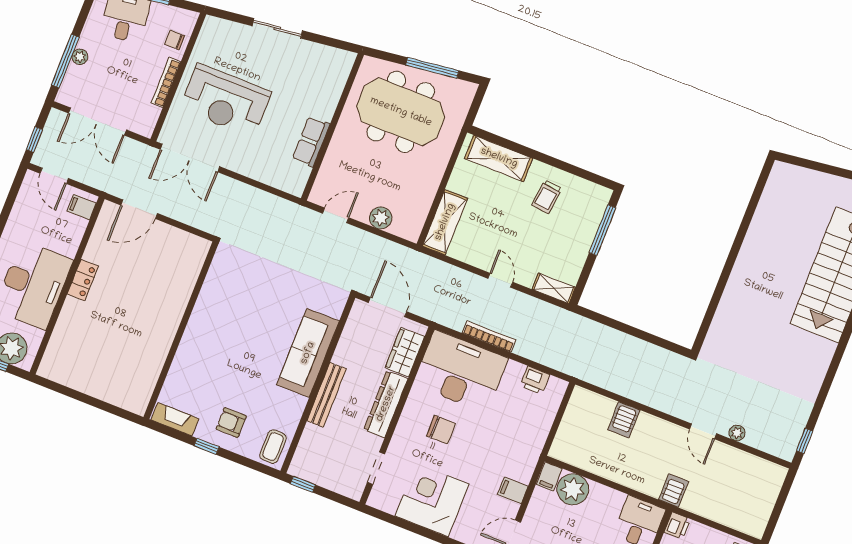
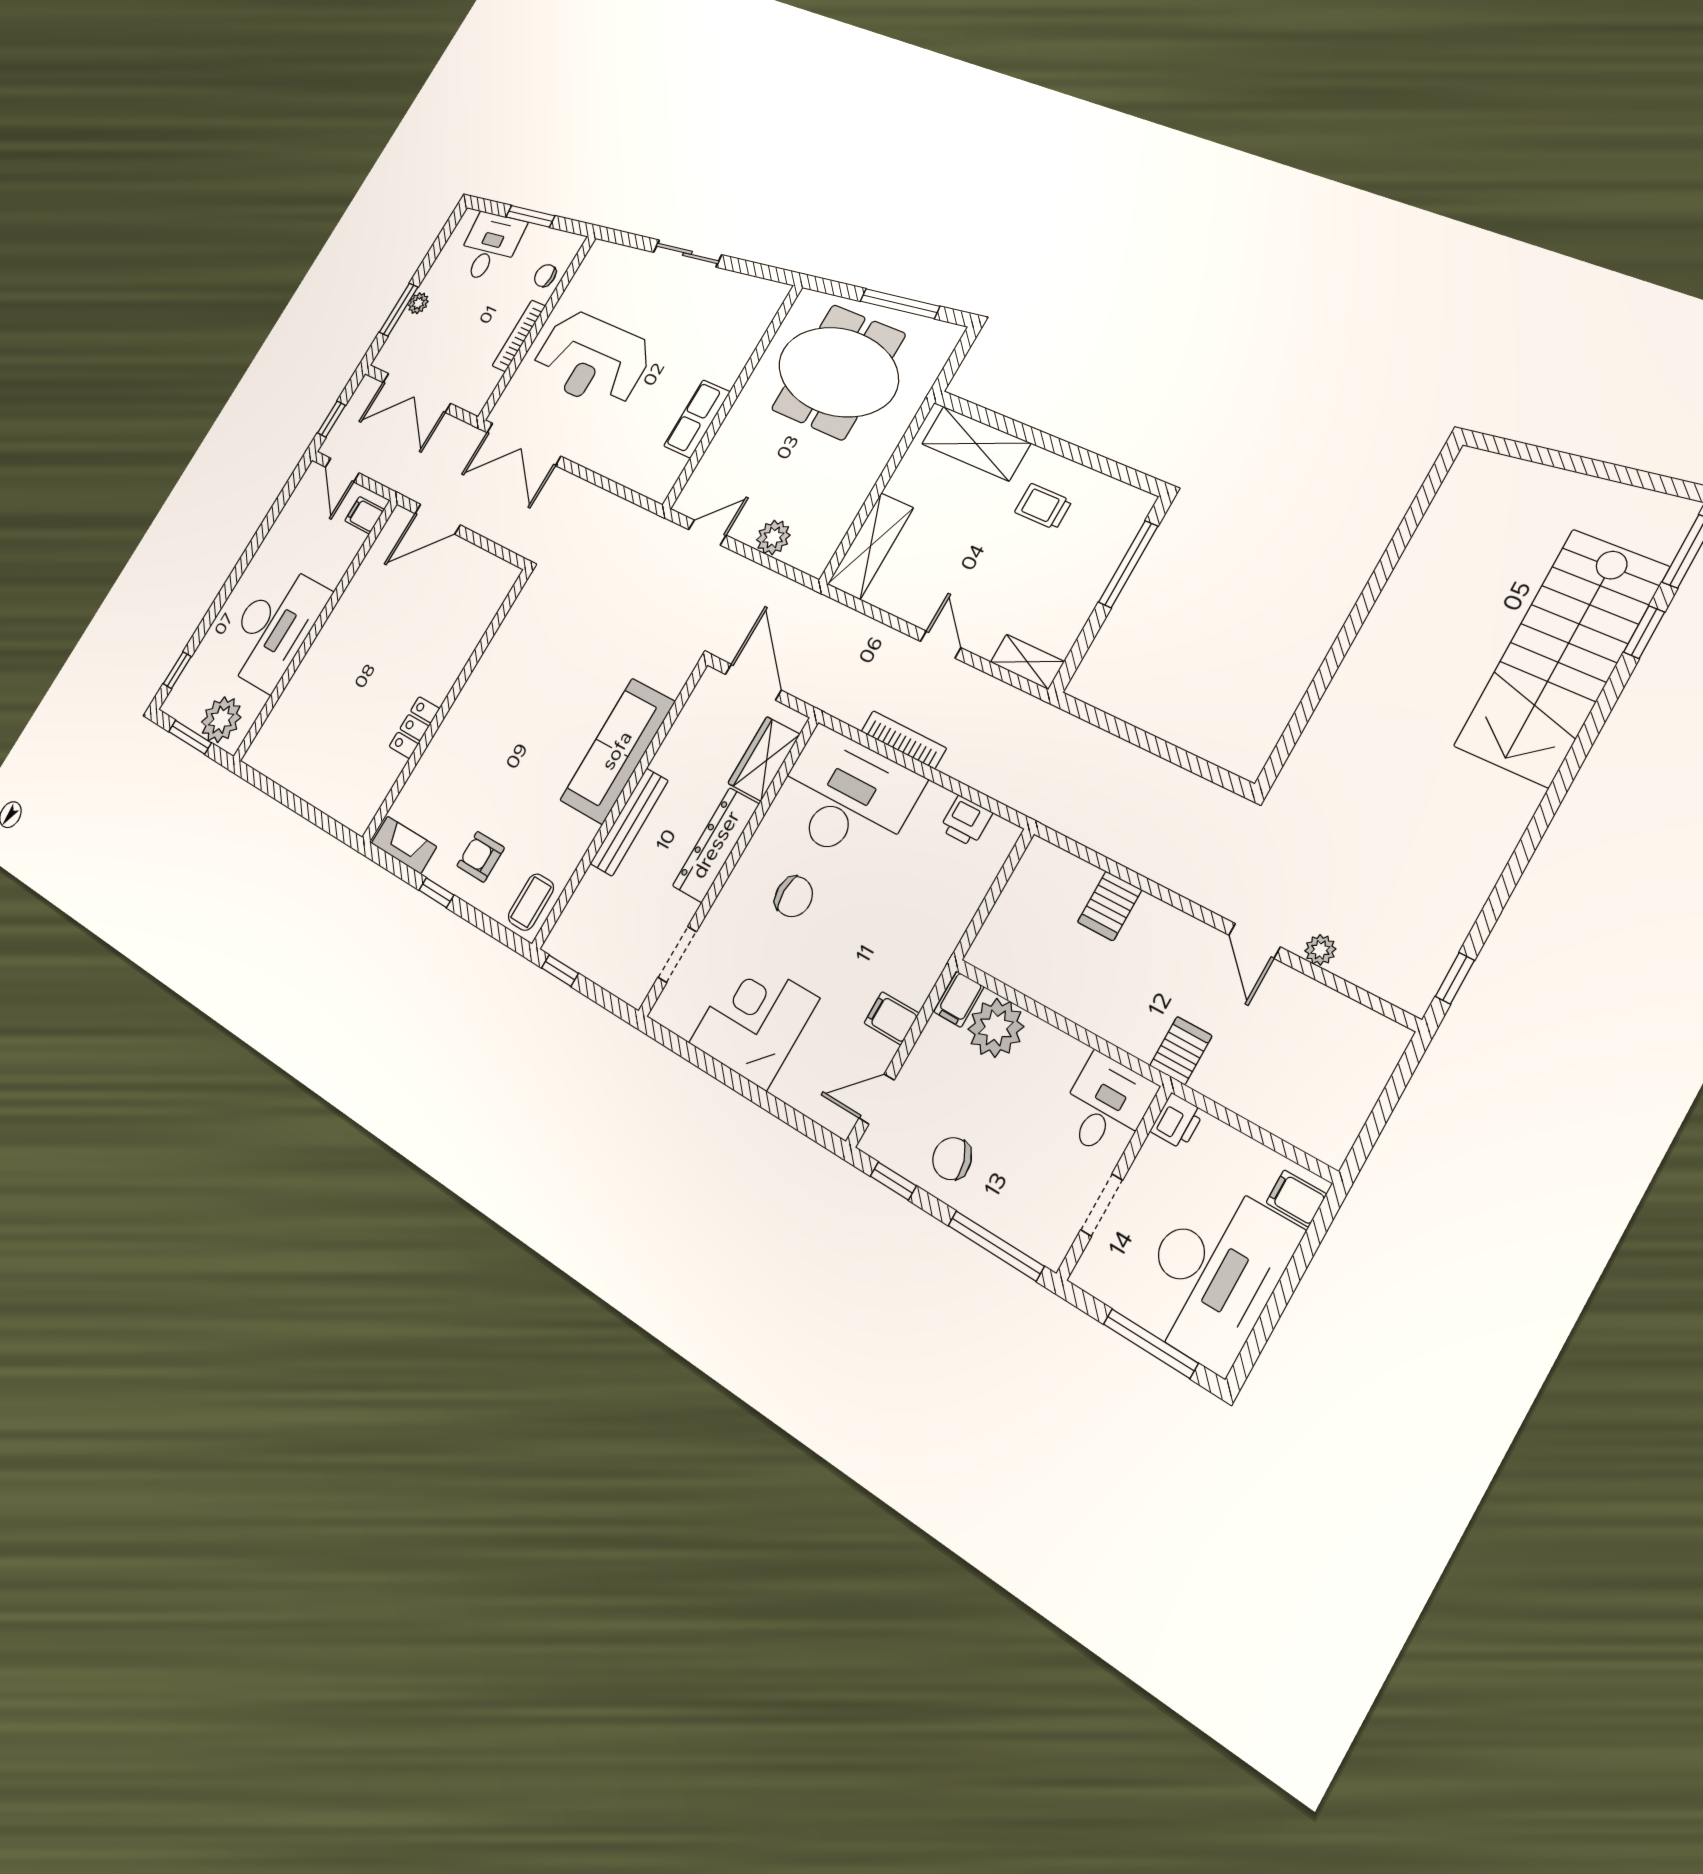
window: (65, 61) -> (399, 310), width x0.69
trolley: (547, 197) -> (1043, 506), turned 83
locker: (83, 280) -> (414, 728), moved, turned 180

